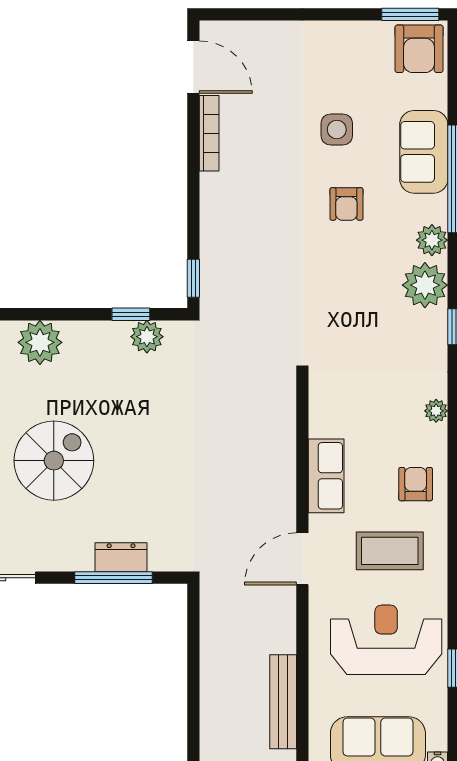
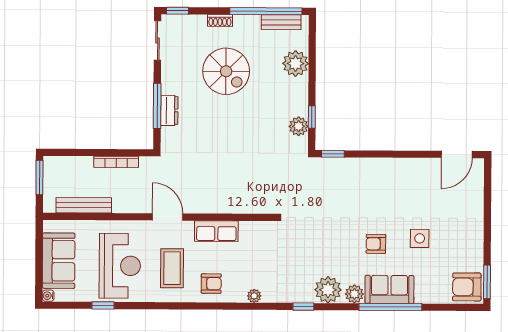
bookcase: (209, 133) -> (116, 162), moved
sofa: (424, 152) -> (389, 289), moved

